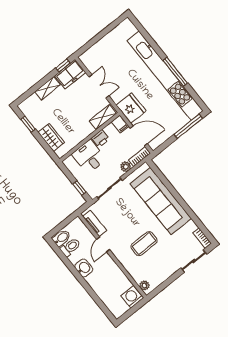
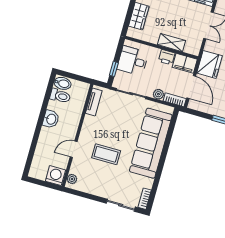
shelving: (103, 117) -> (171, 43), moved
filing cabinet: (120, 124) -> (185, 63), width x2.00
desk: (89, 157) -> (133, 61), moved, turned -90
door: (103, 245) -> (74, 149), moved

